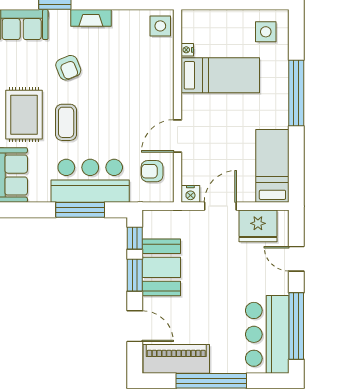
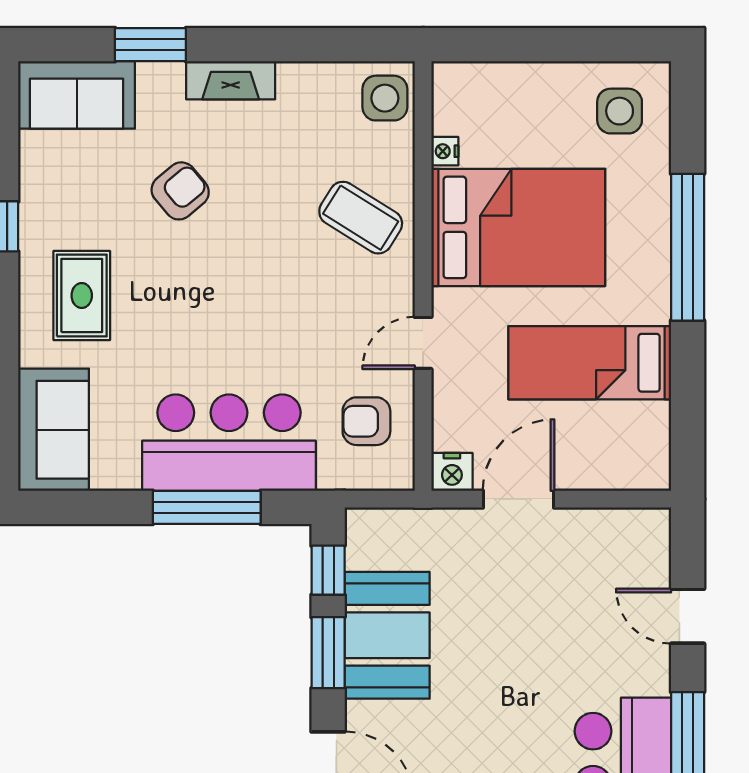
armchair: (68, 68) -> (180, 191), turned -108
bed: (220, 75) -> (518, 227), width x1.50
rug: (24, 115) -> (82, 295), width x0.73, depth x0.70
coffee table: (66, 122) -> (361, 218), moved, turned -58
door: (177, 136) -> (423, 343), width x0.73
bed: (272, 166) -> (590, 363), moved, turned -90
fridge: (258, 226) -> (602, 543), removed

